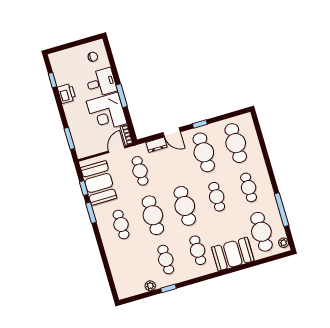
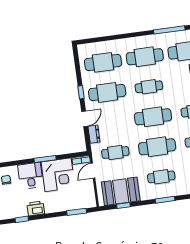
door: (117, 149) -> (93, 171), hinge flipped
cafe table: (249, 187) -> (145, 57), width x1.37, depth x1.35
window: (91, 213) -> (165, 200), moved

